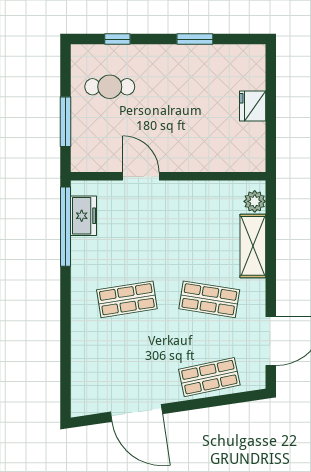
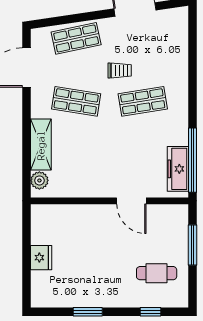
freezer: (83, 216) -> (178, 169), width x1.40
trolley: (155, 338) -> (120, 70), added

